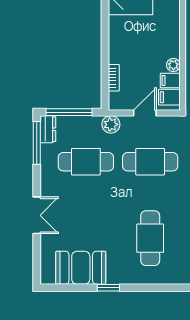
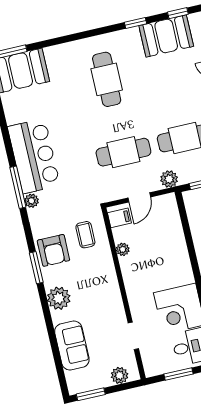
bookcase: (114, 78) -> (177, 224), removed
filing cabinet: (170, 80) -> (122, 234), removed
window: (64, 288) -> (178, 13), added

